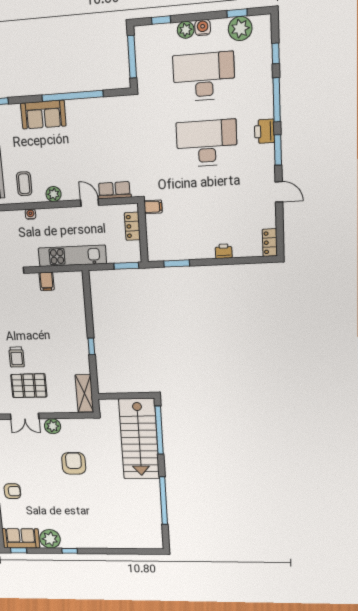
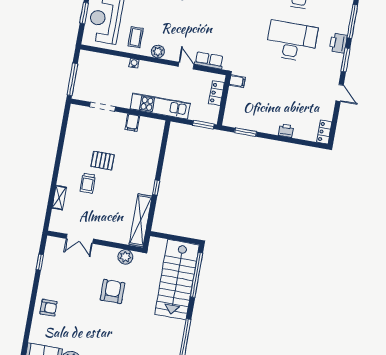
pallet: (29, 386) -> (103, 161), moved, width x0.67, depth x0.71
shelving: (84, 393) -> (141, 220), width x1.47
plant: (53, 426) -> (125, 257), moved

